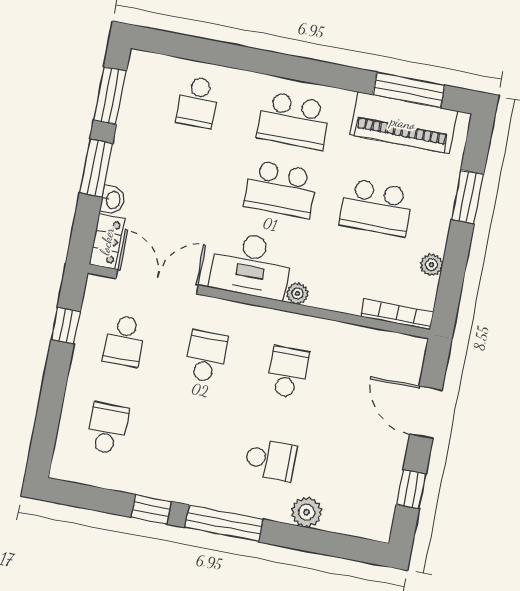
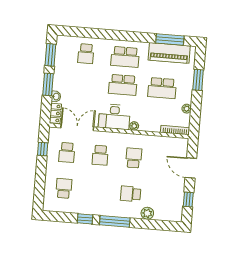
school desk: (206, 356) -> (100, 155), turned 180
school desk: (271, 460) -> (131, 194), turned 180

